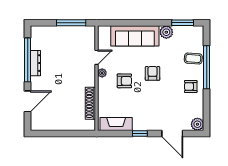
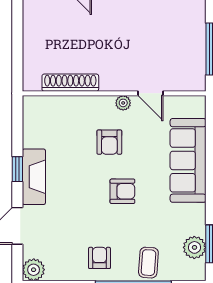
plant: (166, 32) -> (194, 247), moved
fireplace: (116, 124) -> (34, 177), moved

